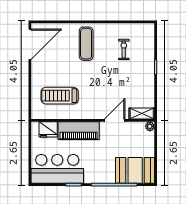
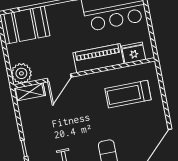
treadmill: (60, 96) -> (128, 94), turned 180
plant: (150, 126) -> (21, 73), width x1.88, depth x1.88

